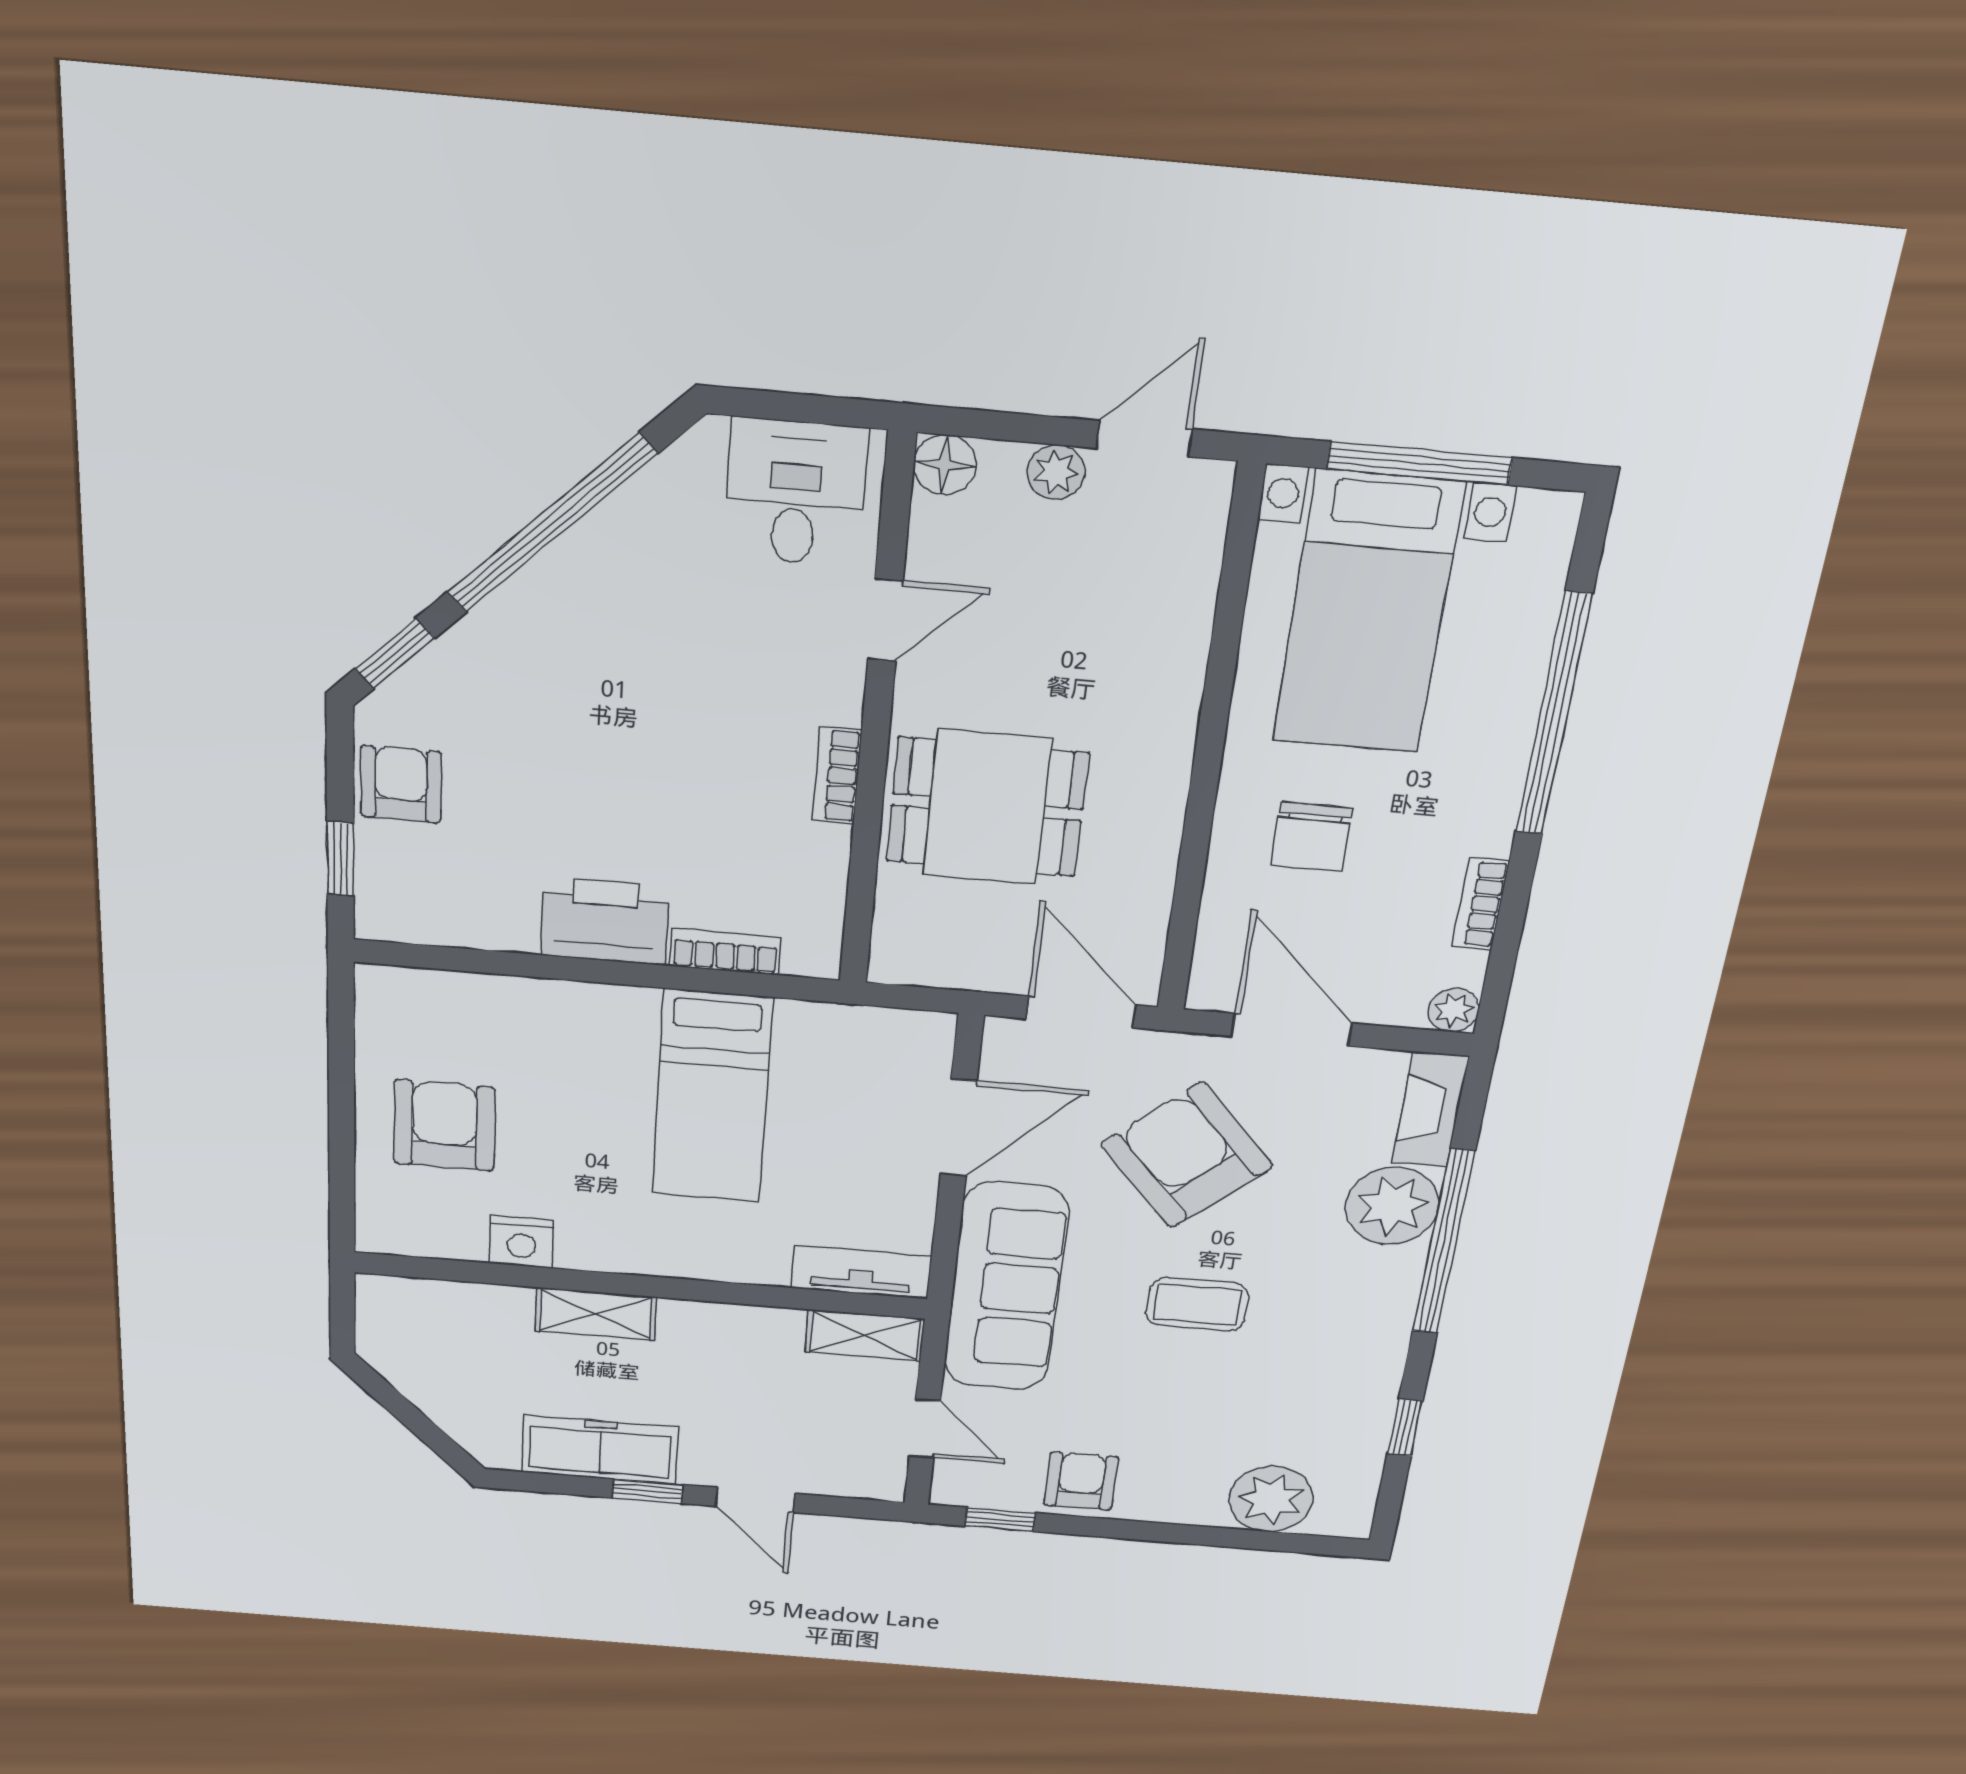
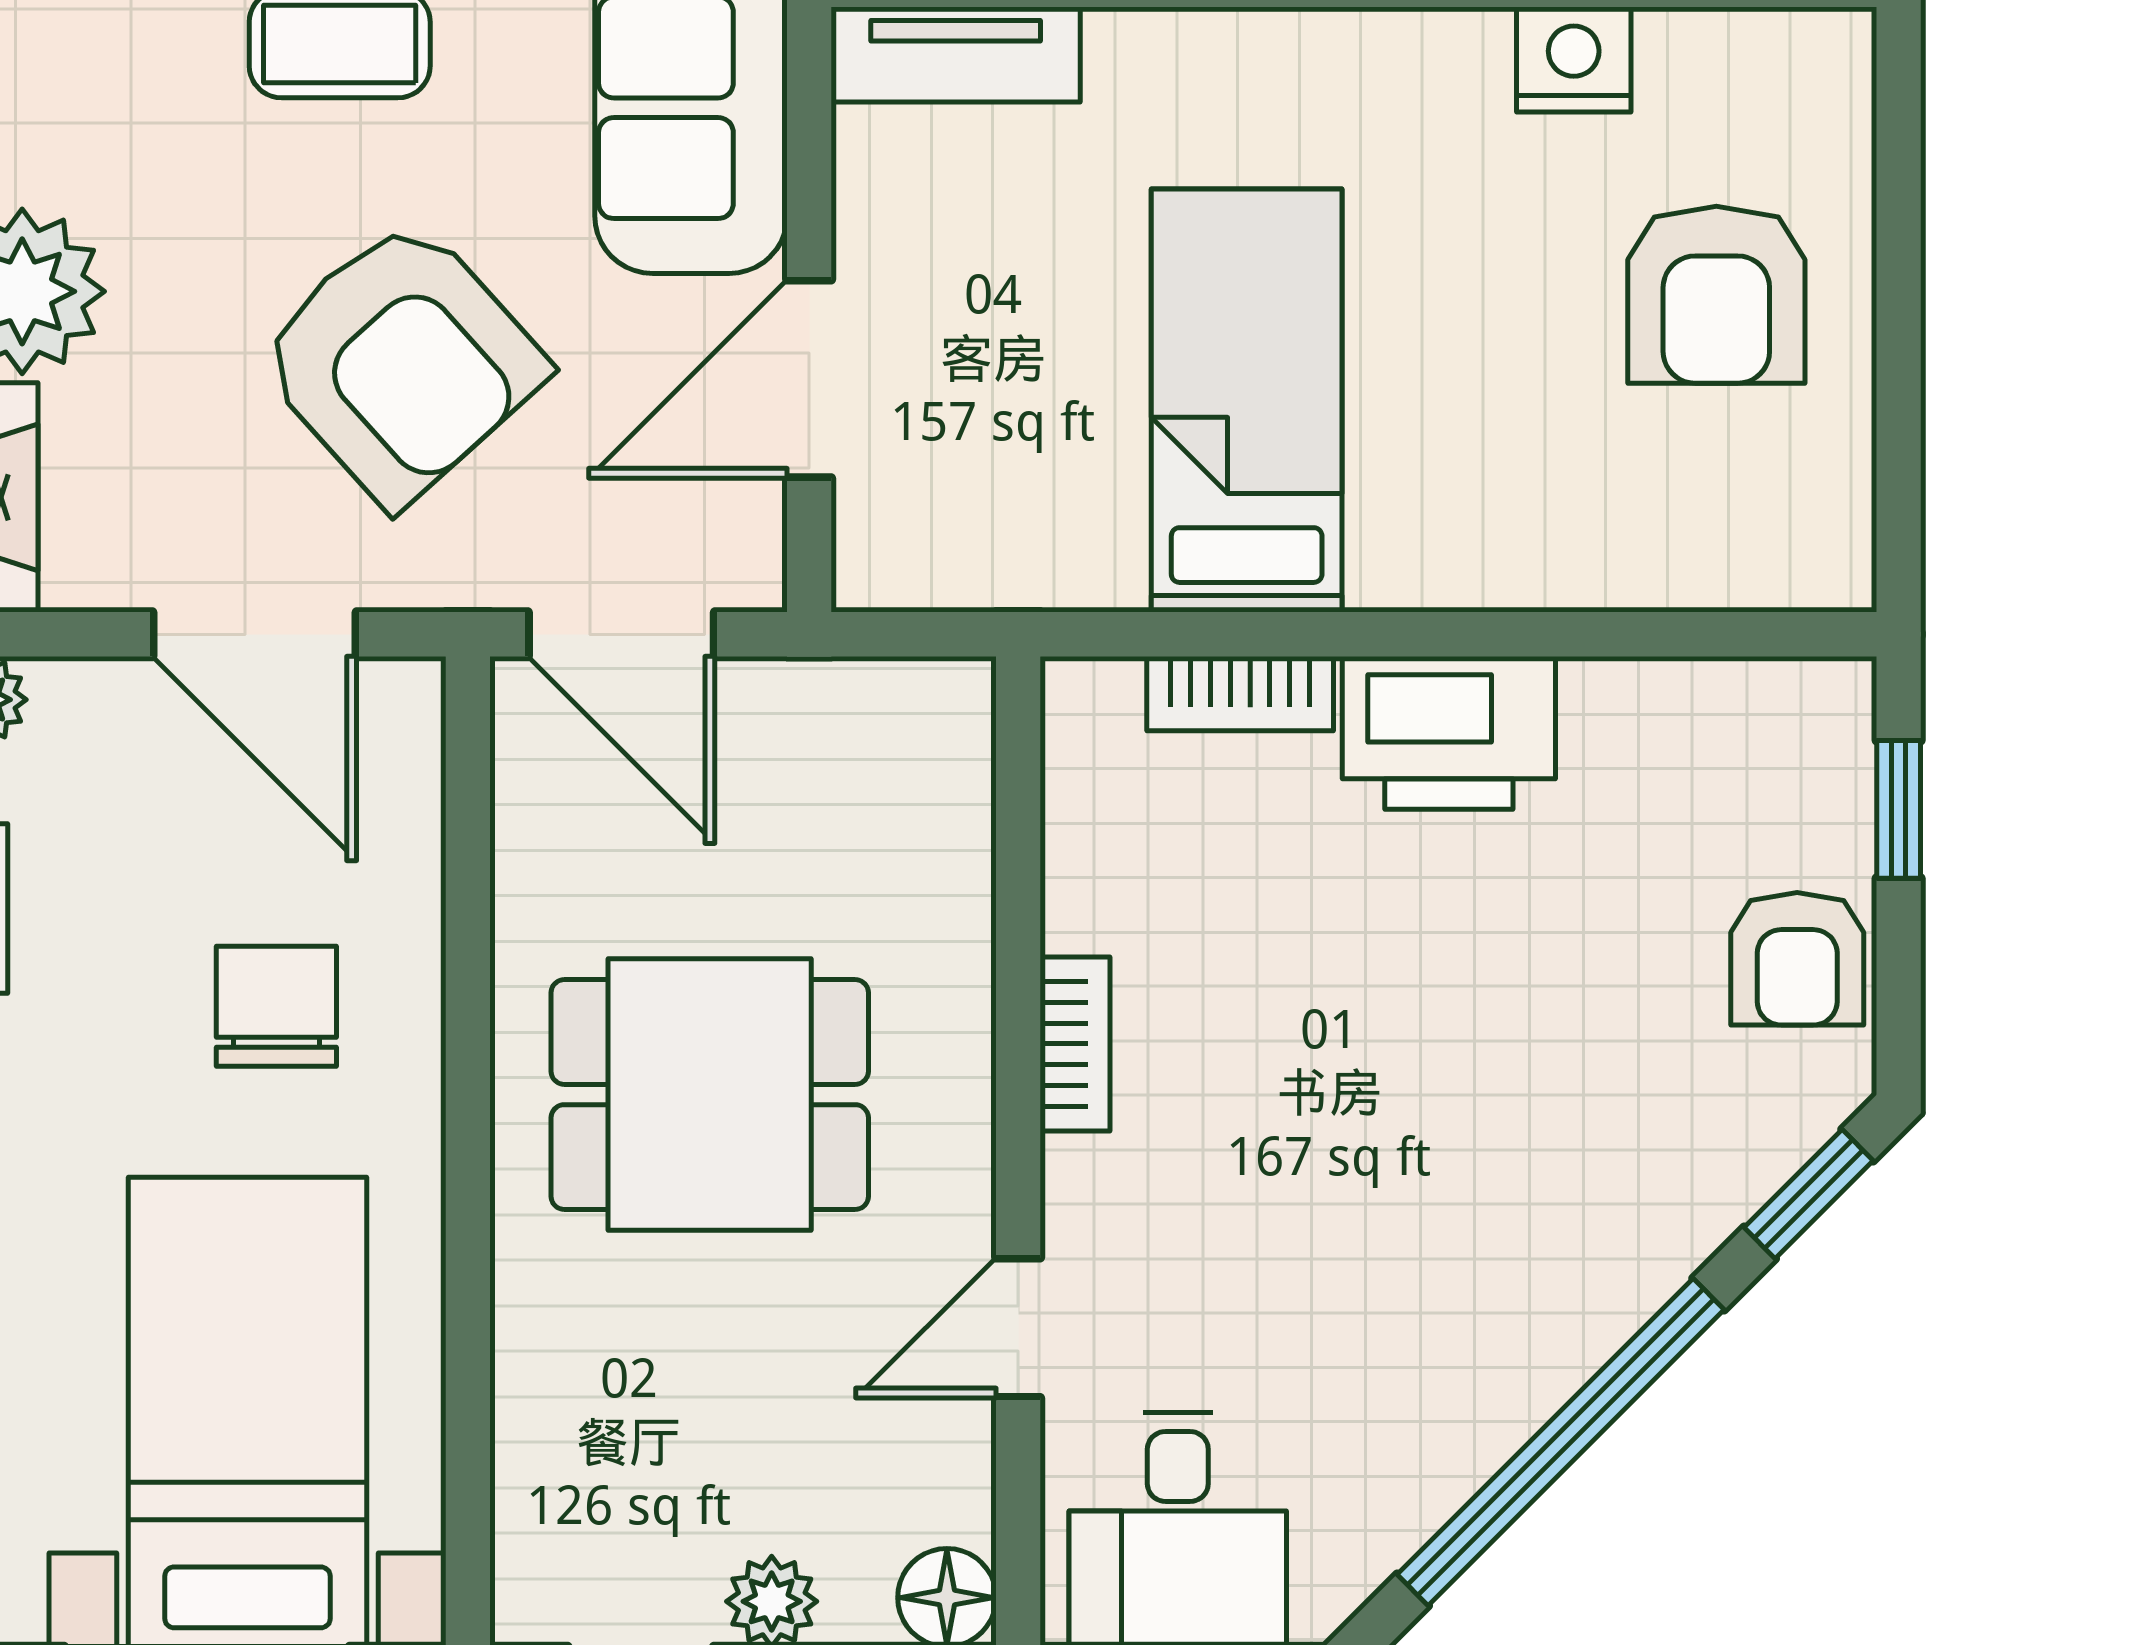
dining table: (987, 807) -> (710, 1095), moved

